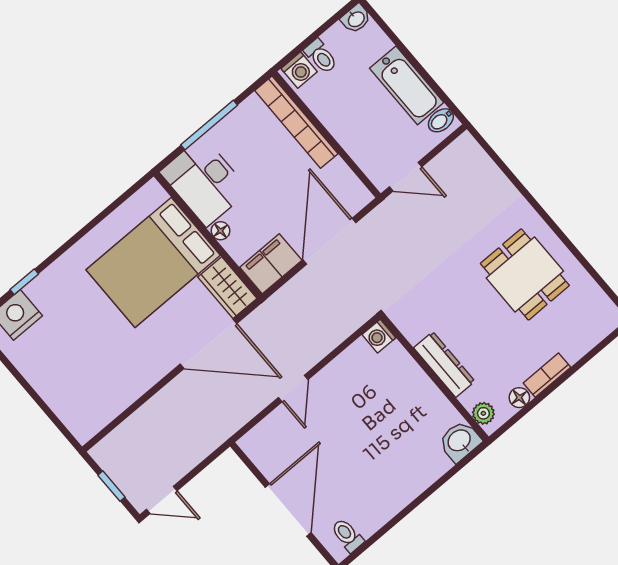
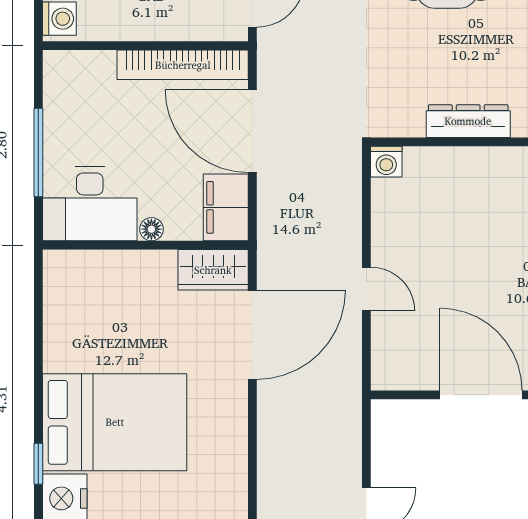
bookcase: (296, 122) -> (183, 65), moved
bed: (153, 262) -> (115, 422), moved, turned -90

